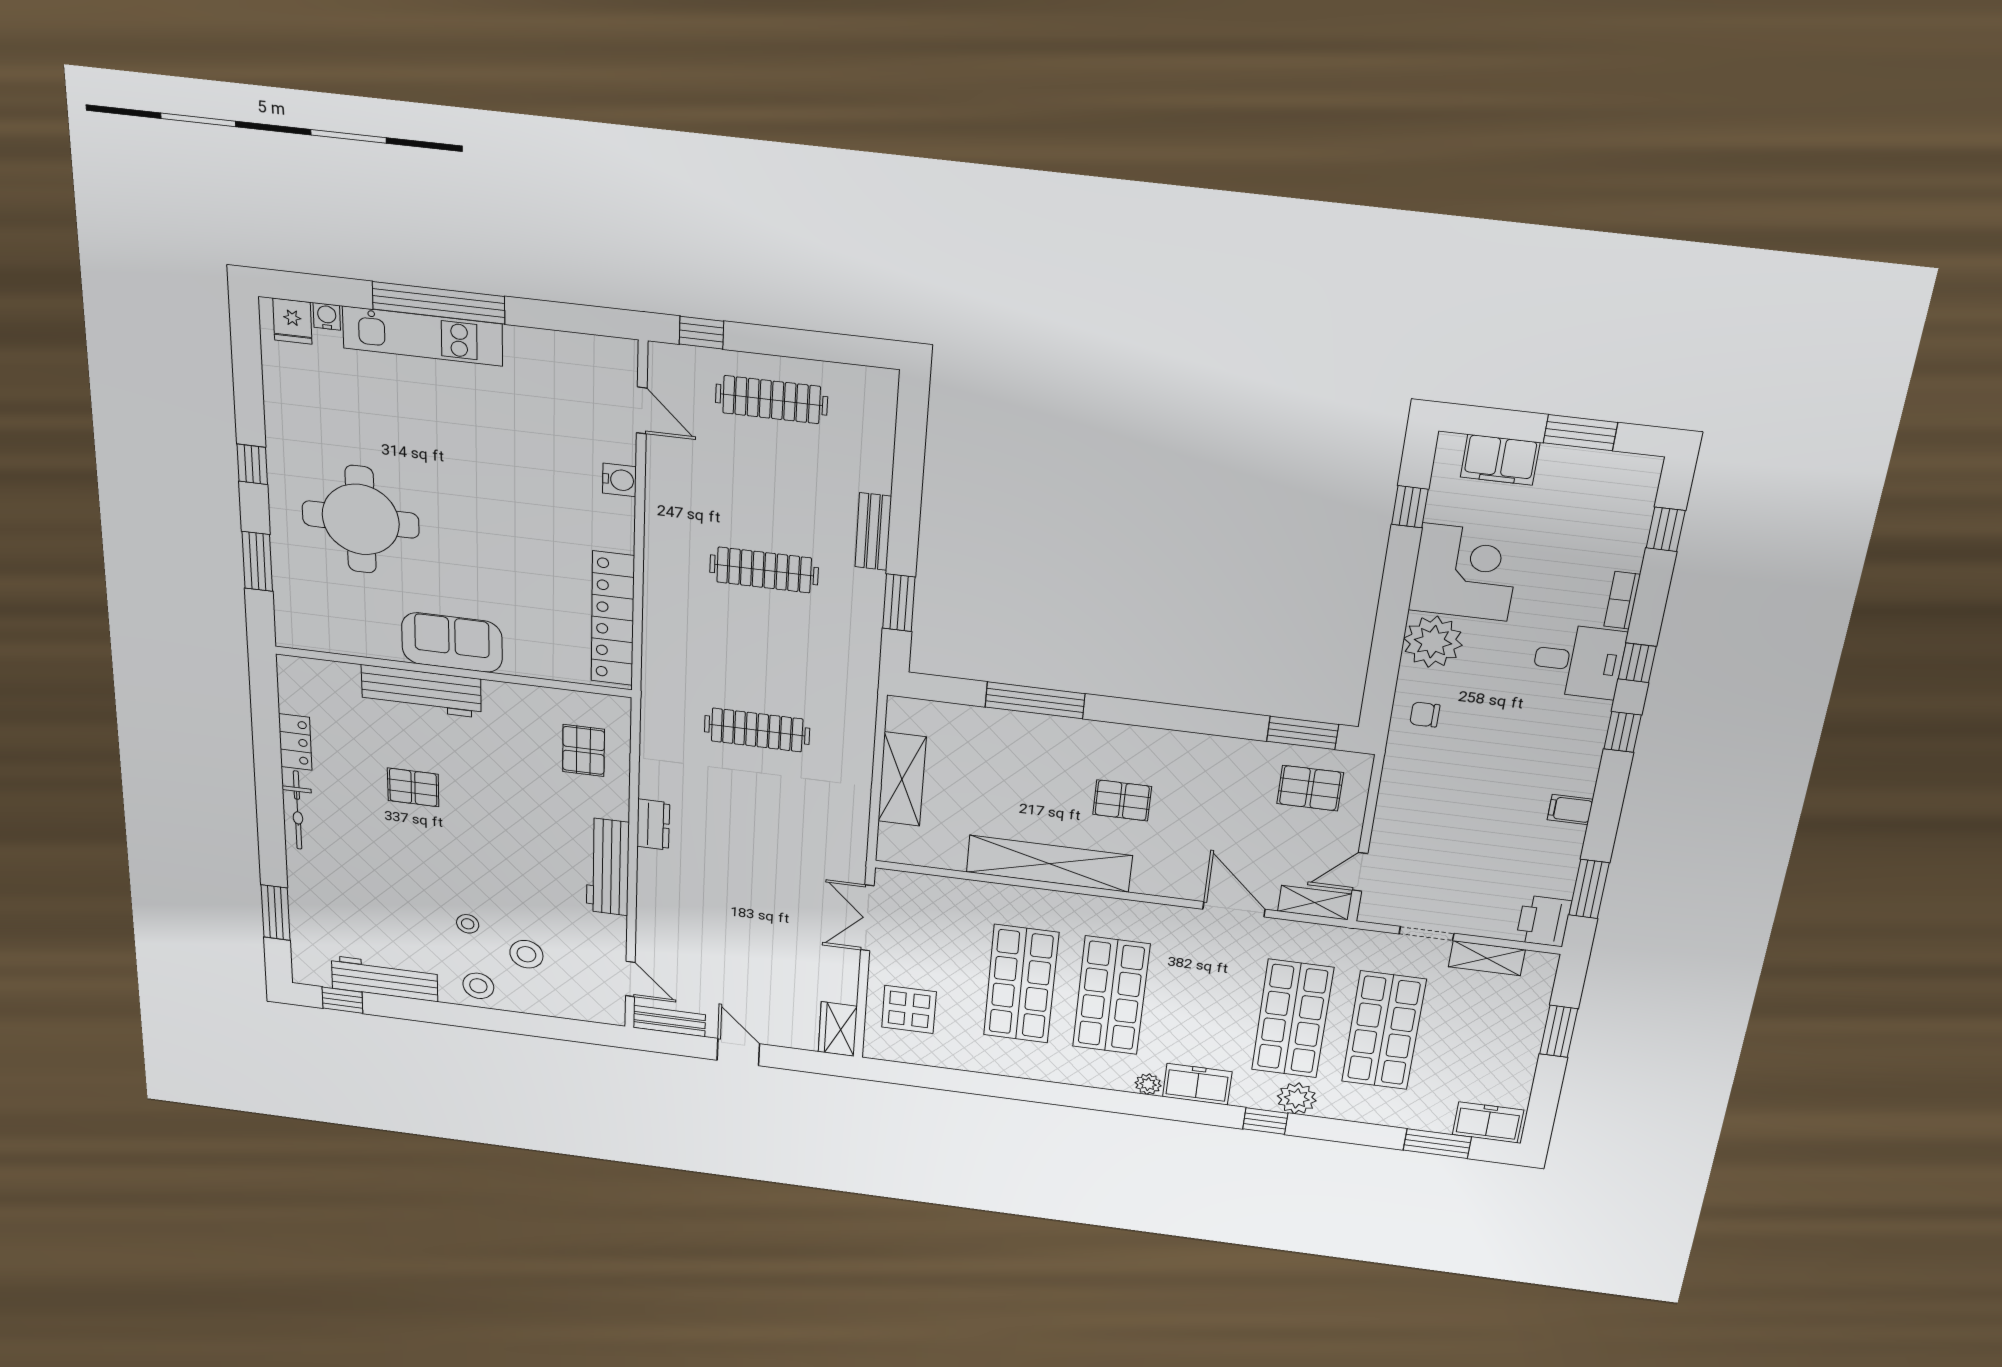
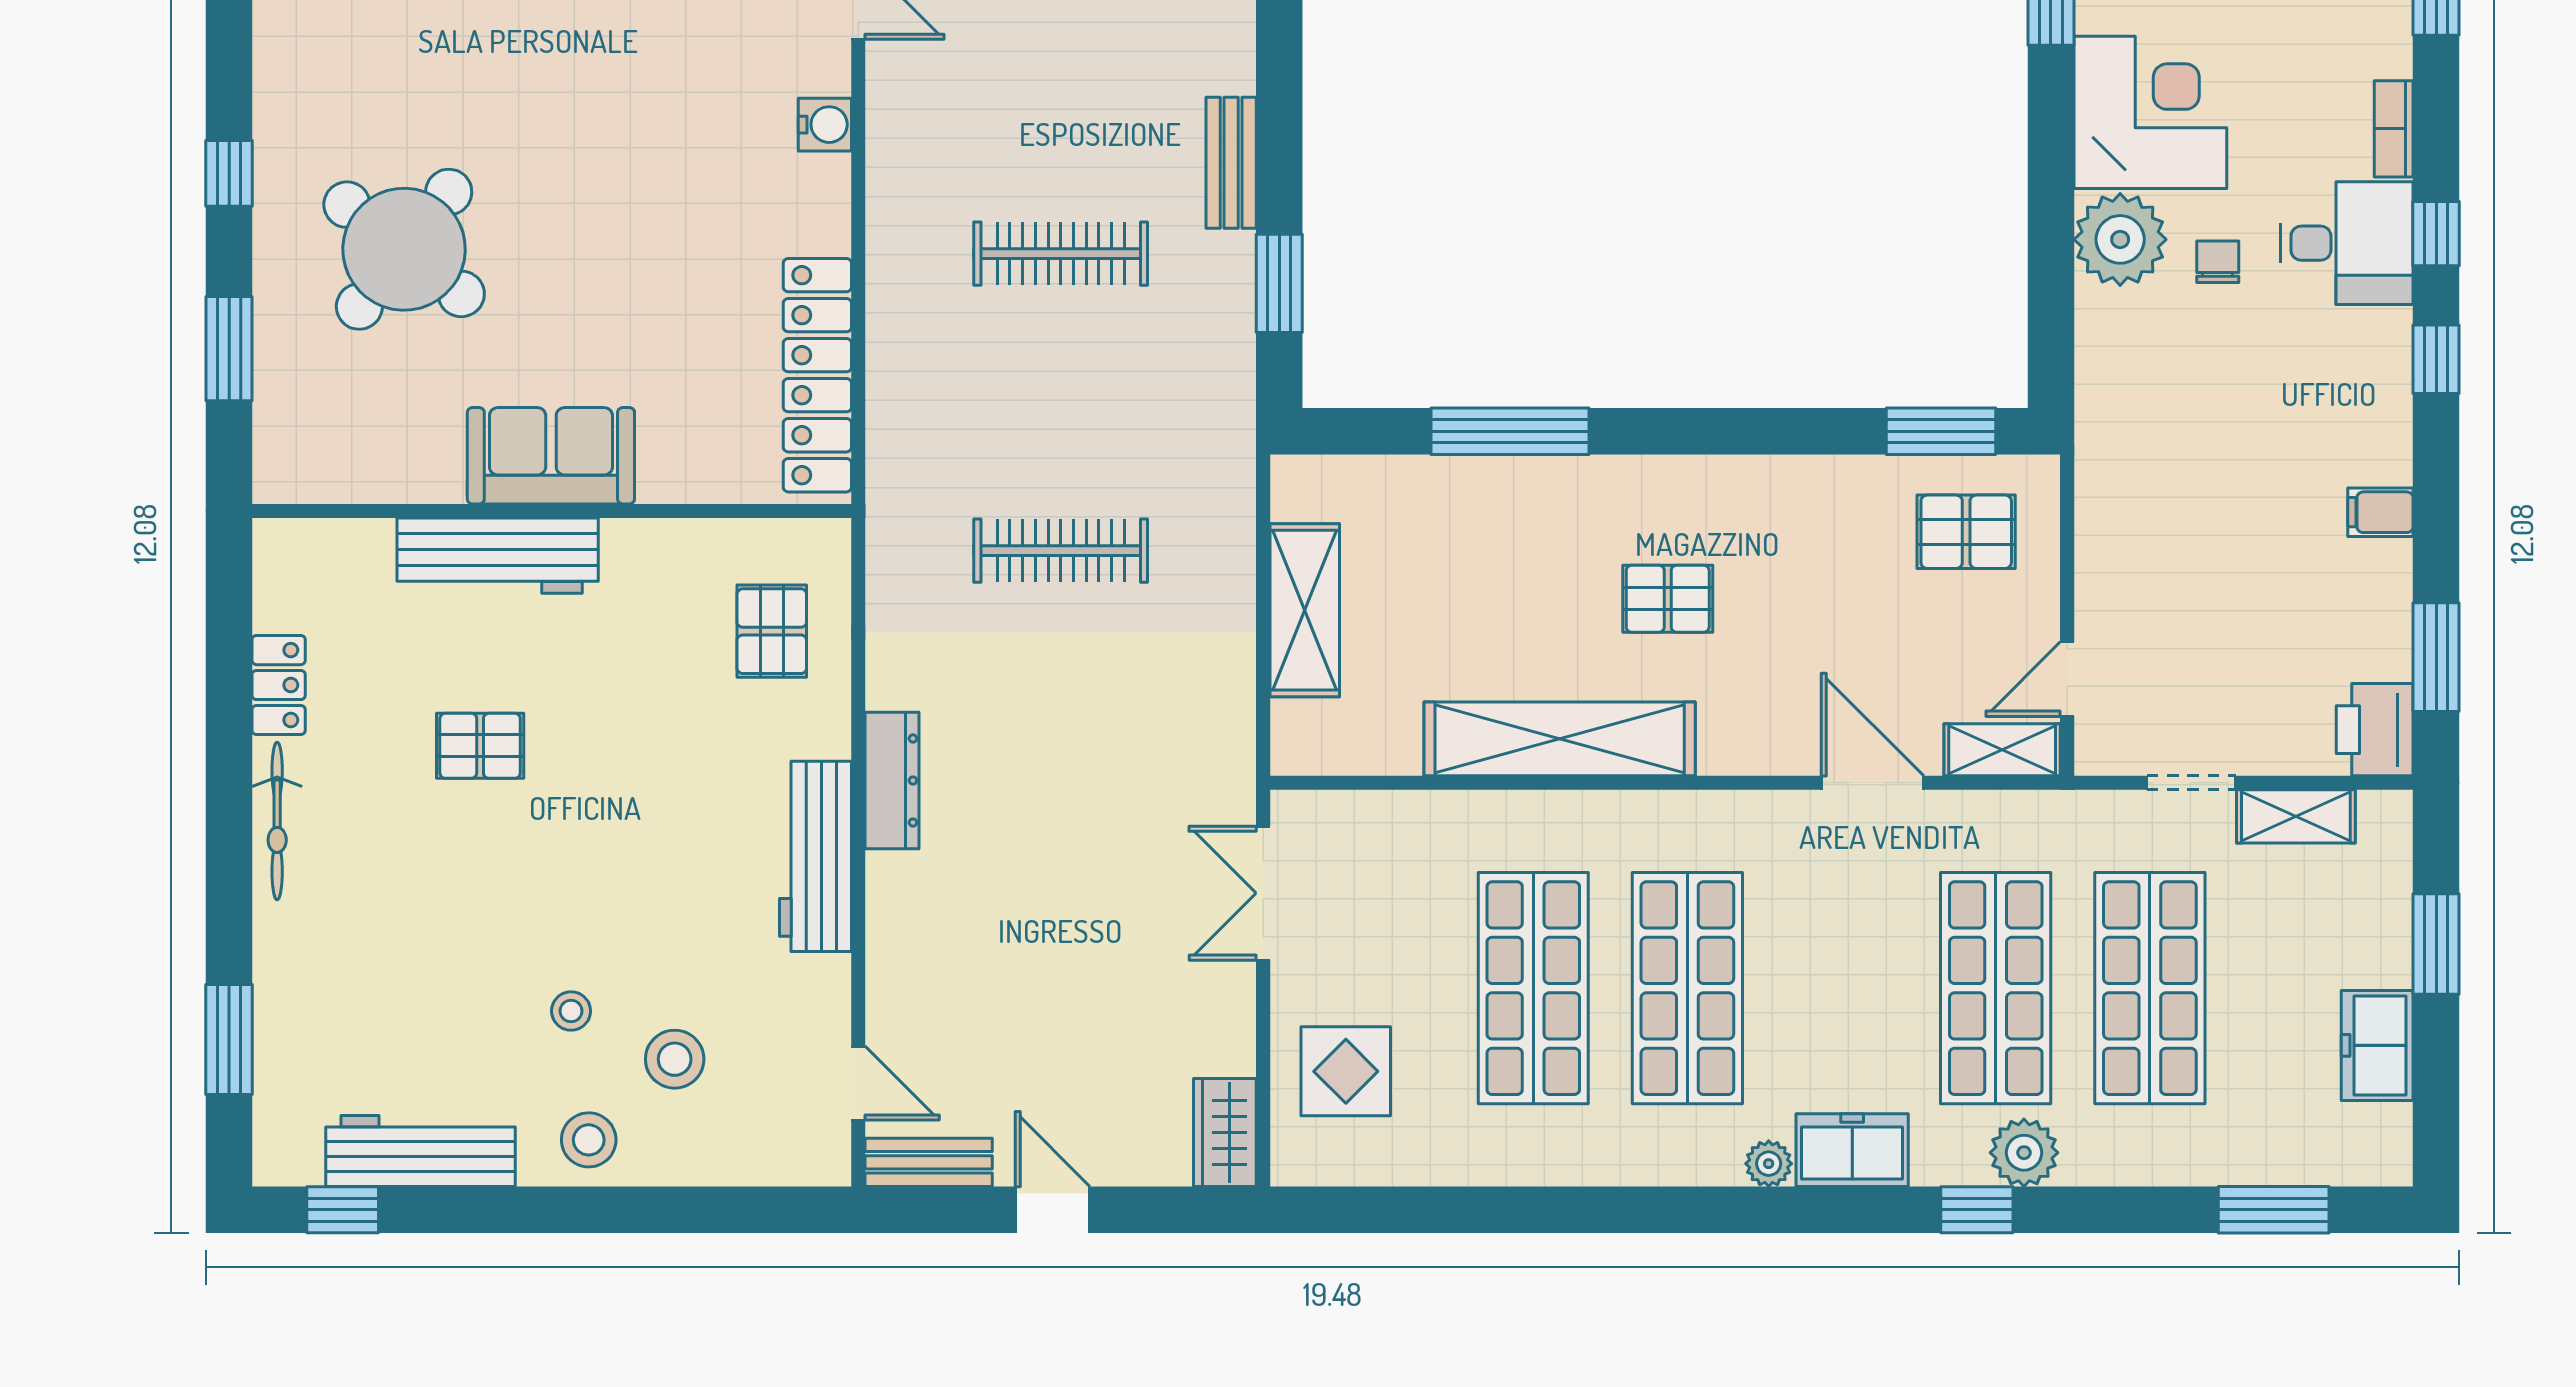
round table: (361, 519) -> (404, 249), turned 38
chair: (1425, 714) -> (2218, 262), moved, turned 90
dresser: (653, 824) -> (892, 781), width x1.44
freezer: (1488, 1122) -> (2377, 1045), moved, turned -90

